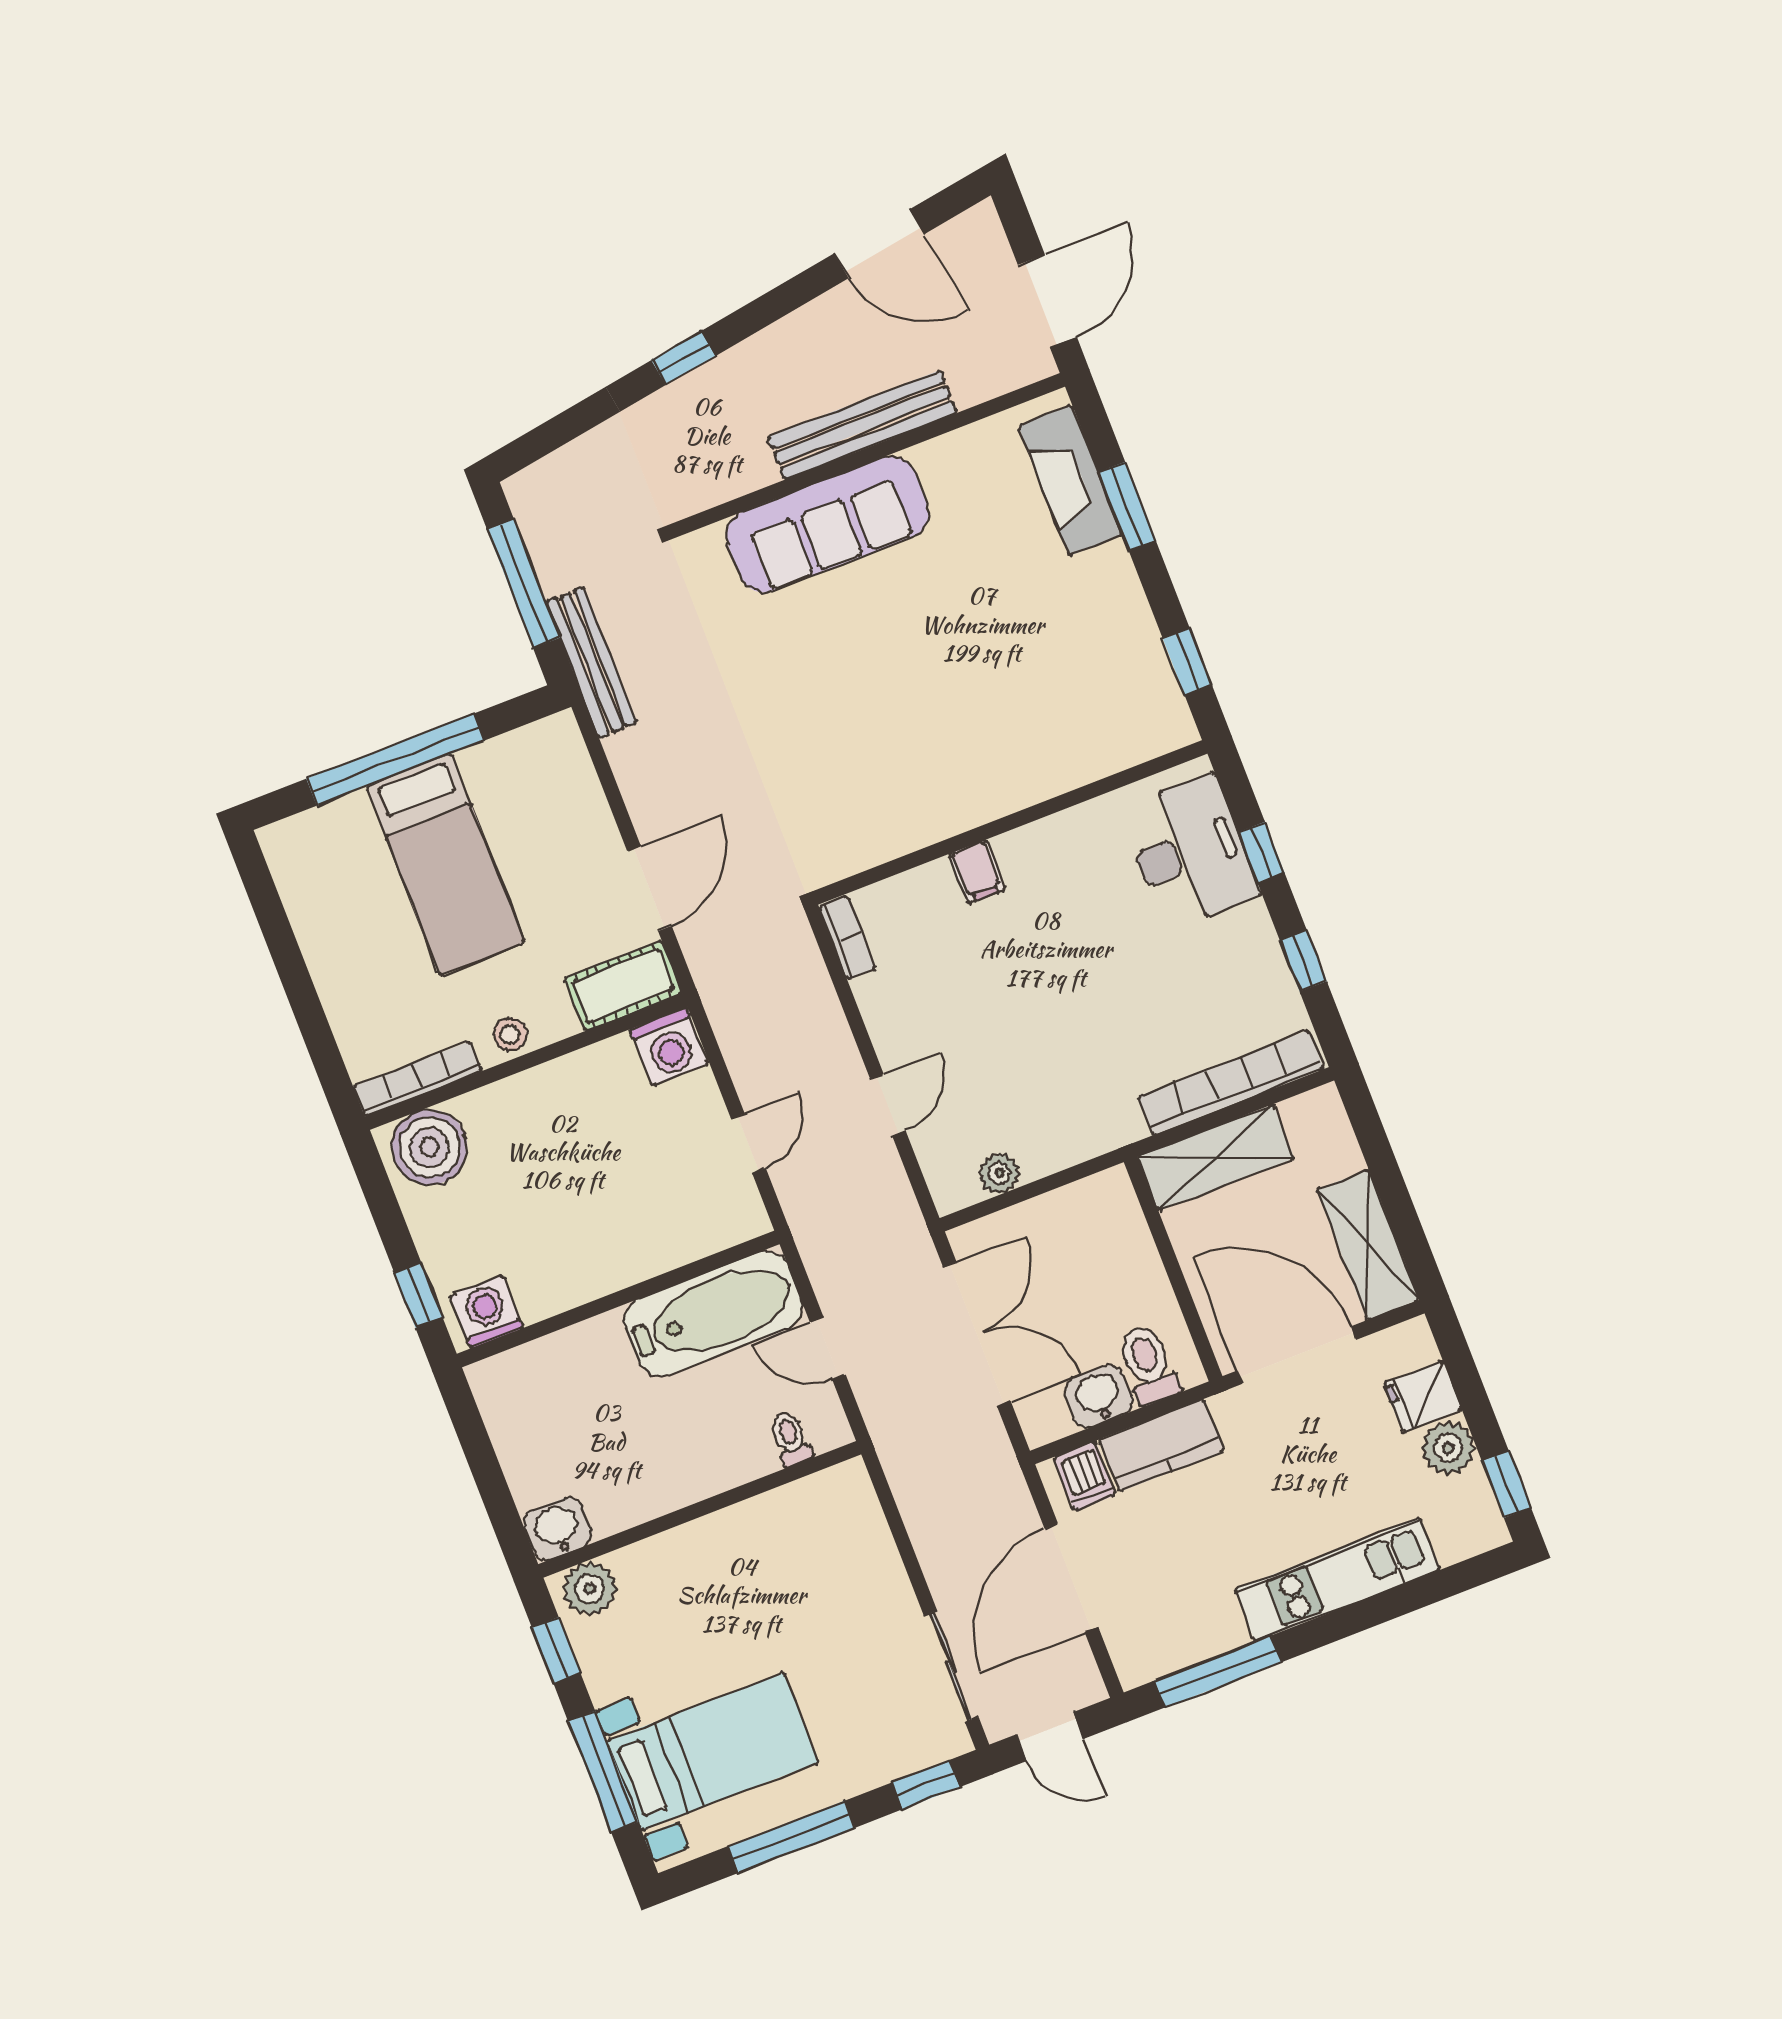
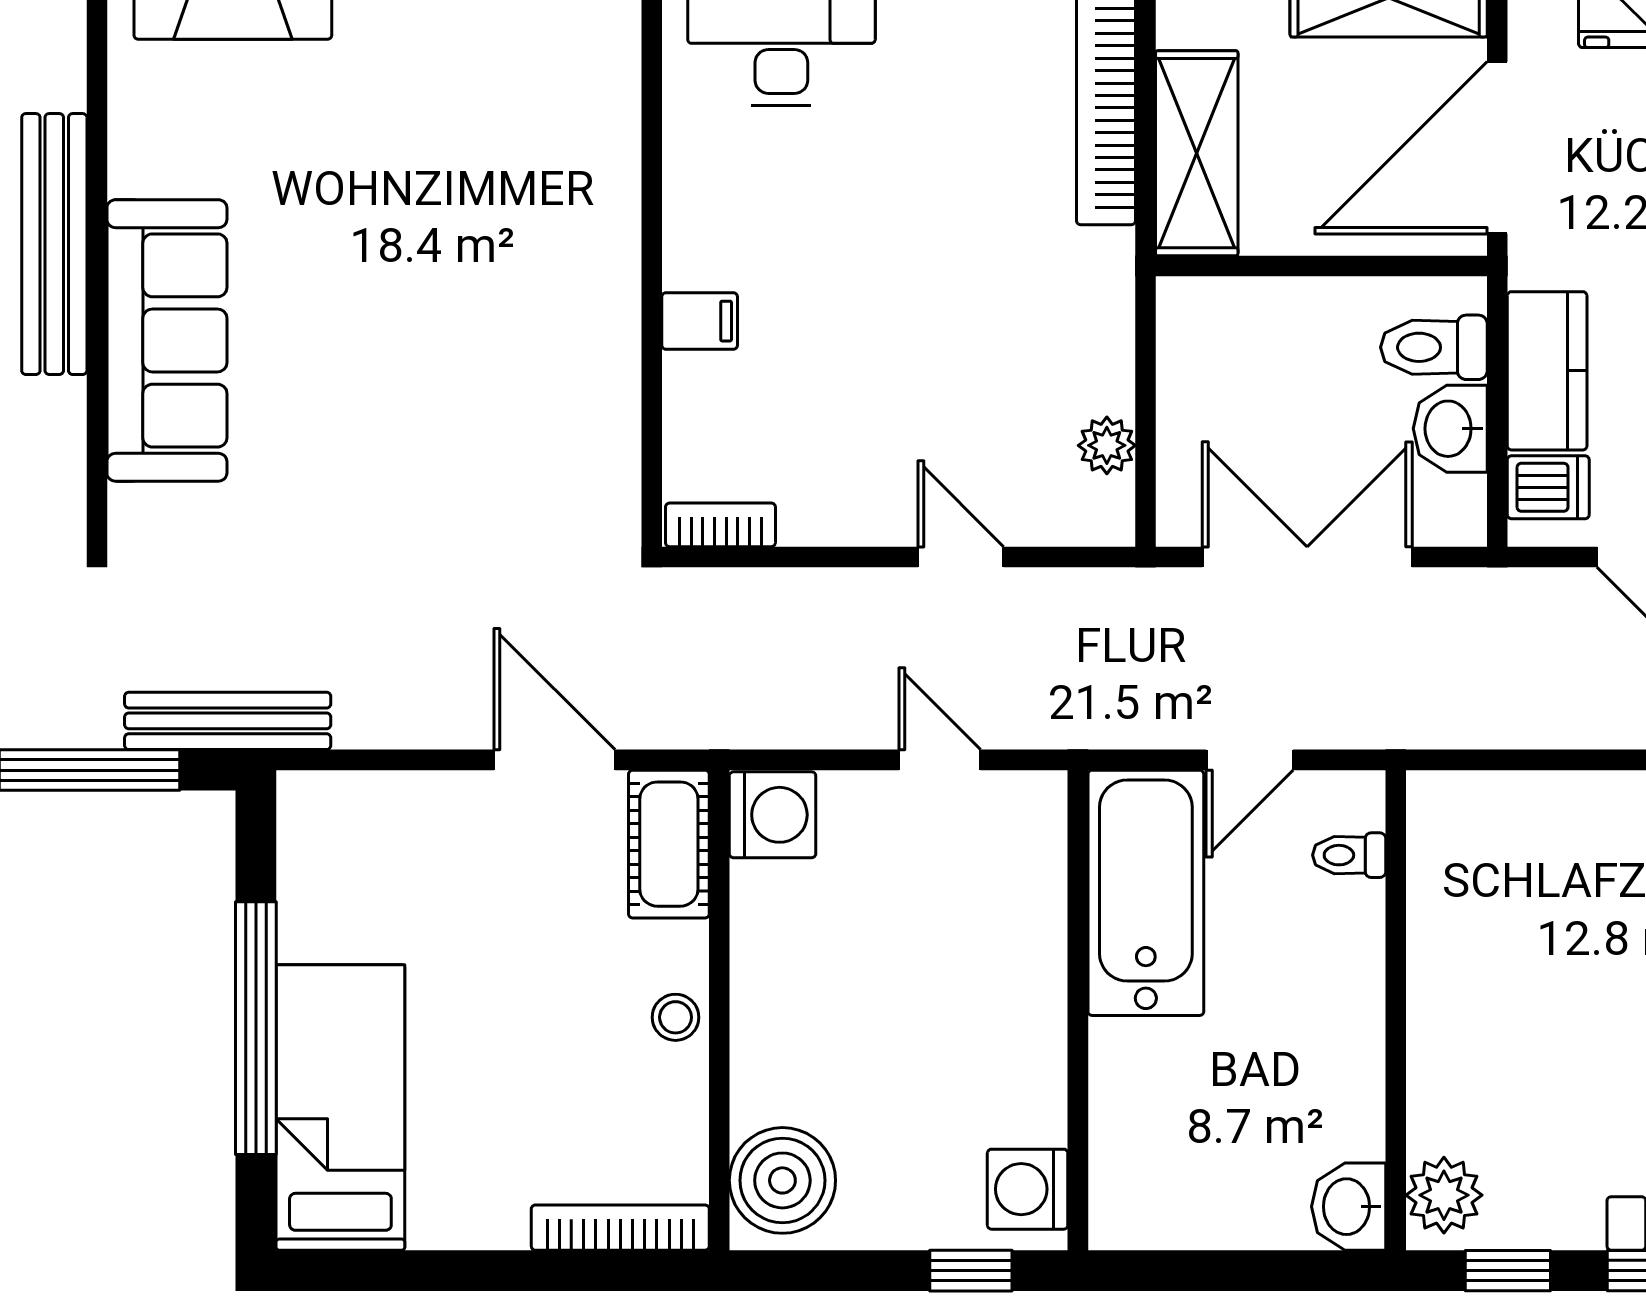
bed: (445, 864) -> (340, 1107), moved, turned -90
bookcase: (418, 1079) -> (620, 1228), moved, turned 90

